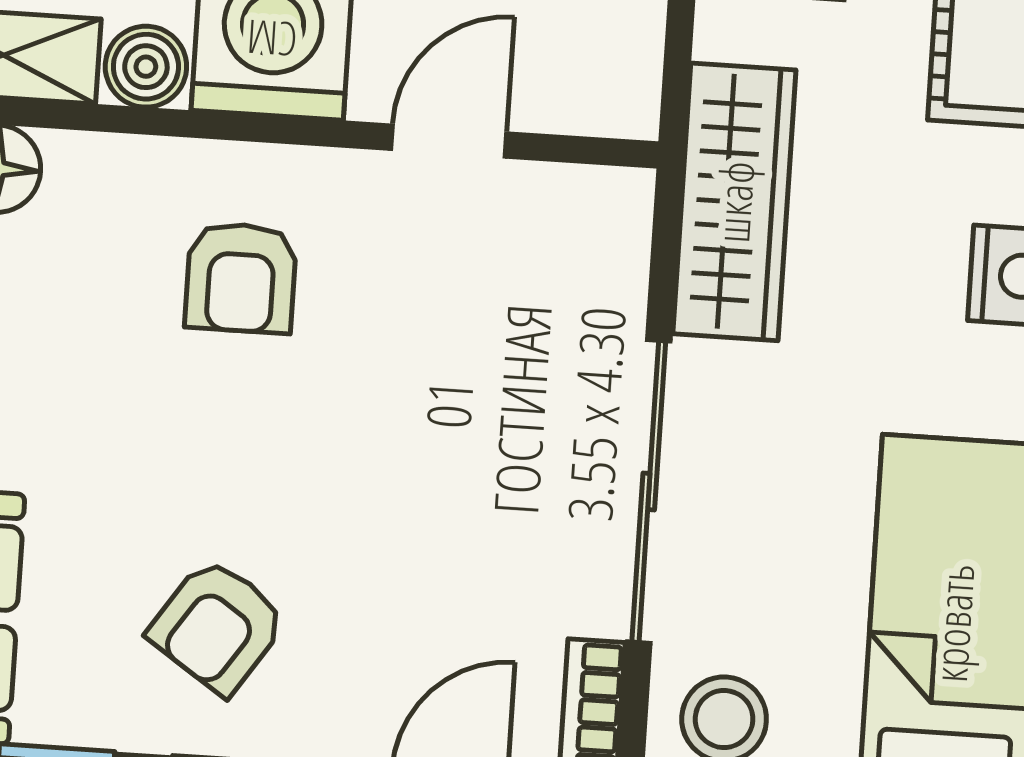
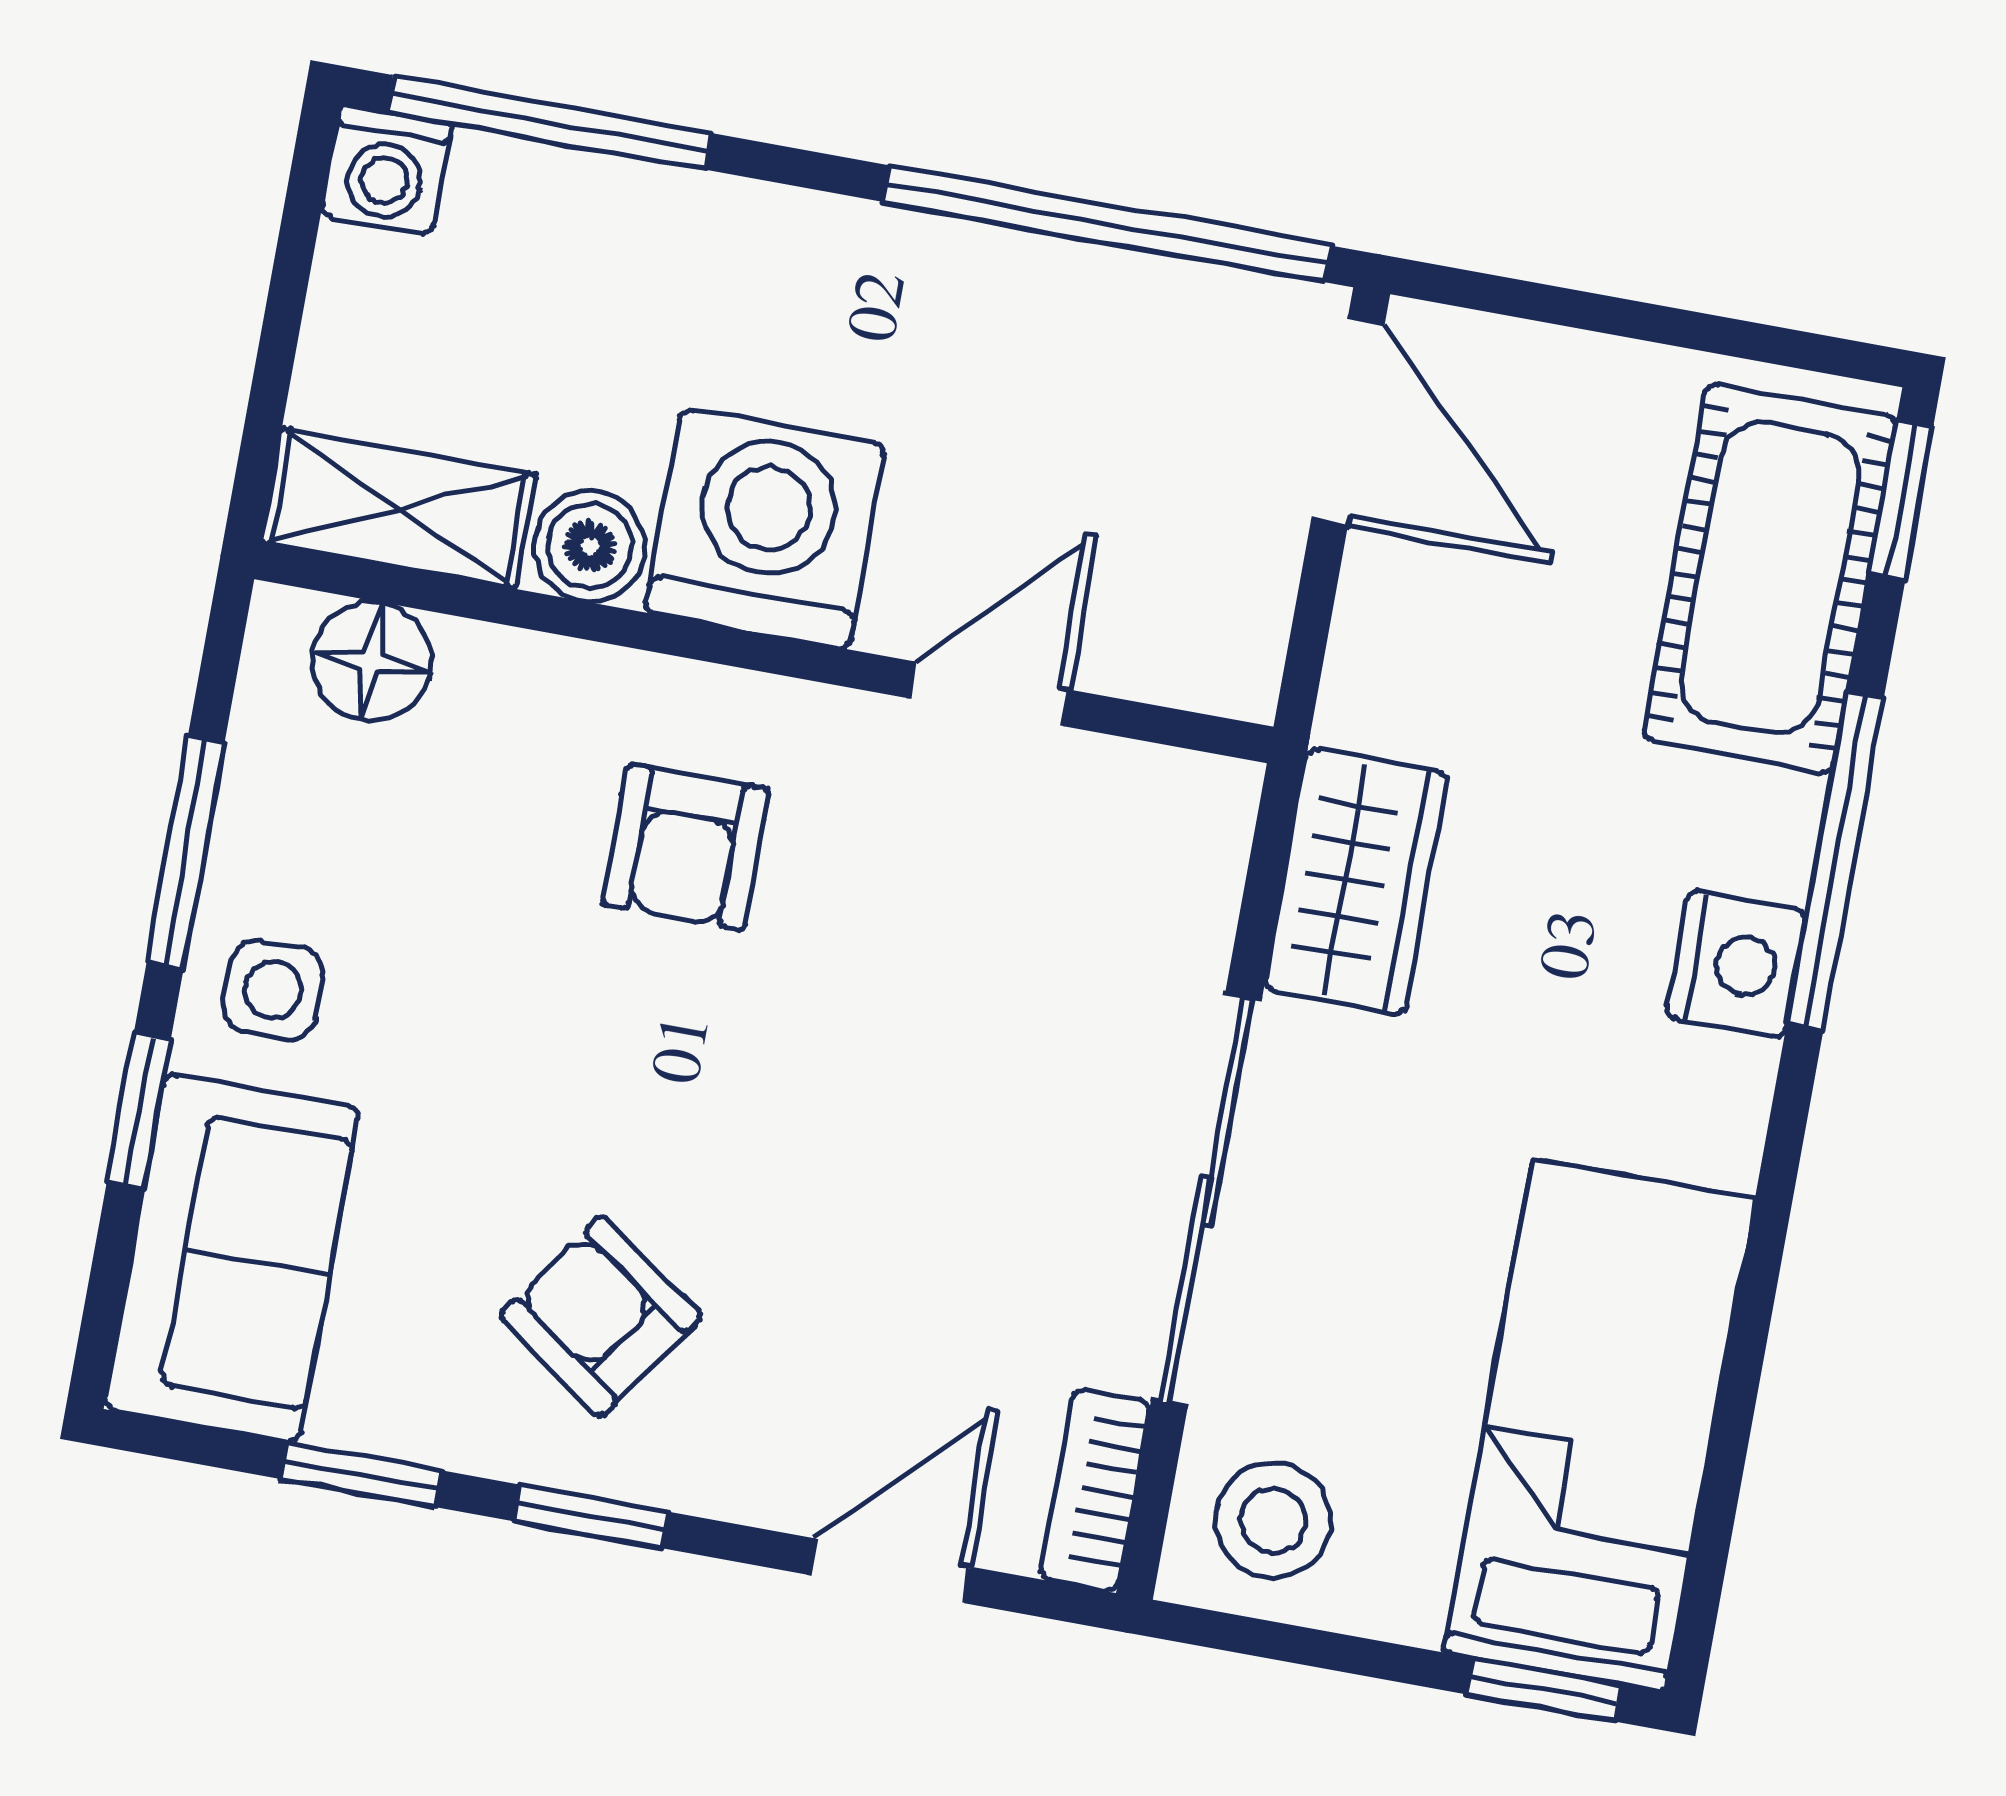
wardrobe: (734, 202) -> (1356, 881), width x0.67
armchair: (218, 626) -> (601, 1316), turned 91

